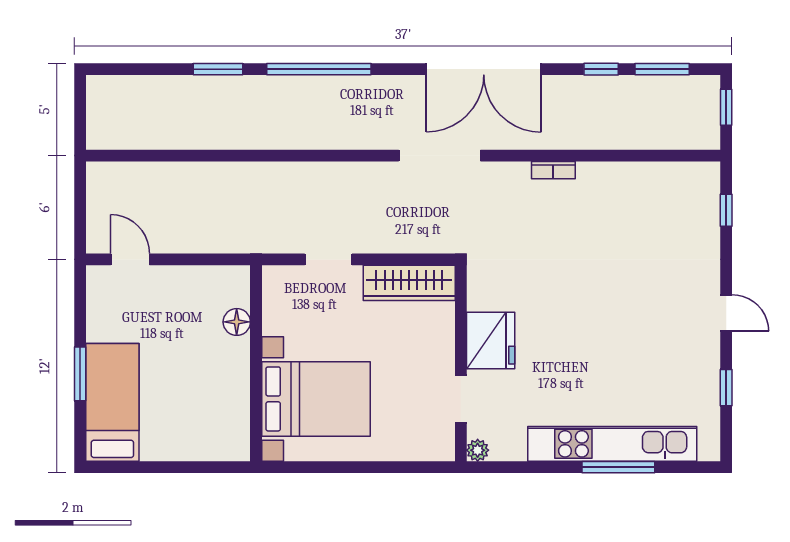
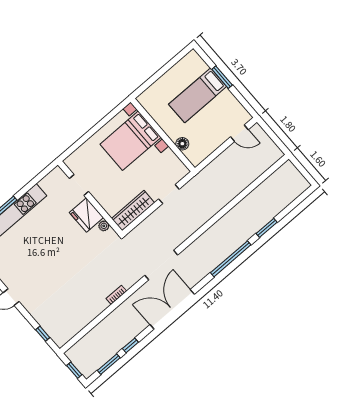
bed: (112, 402) -> (198, 95), moved, turned 90
plant: (478, 450) -> (104, 226), moved

